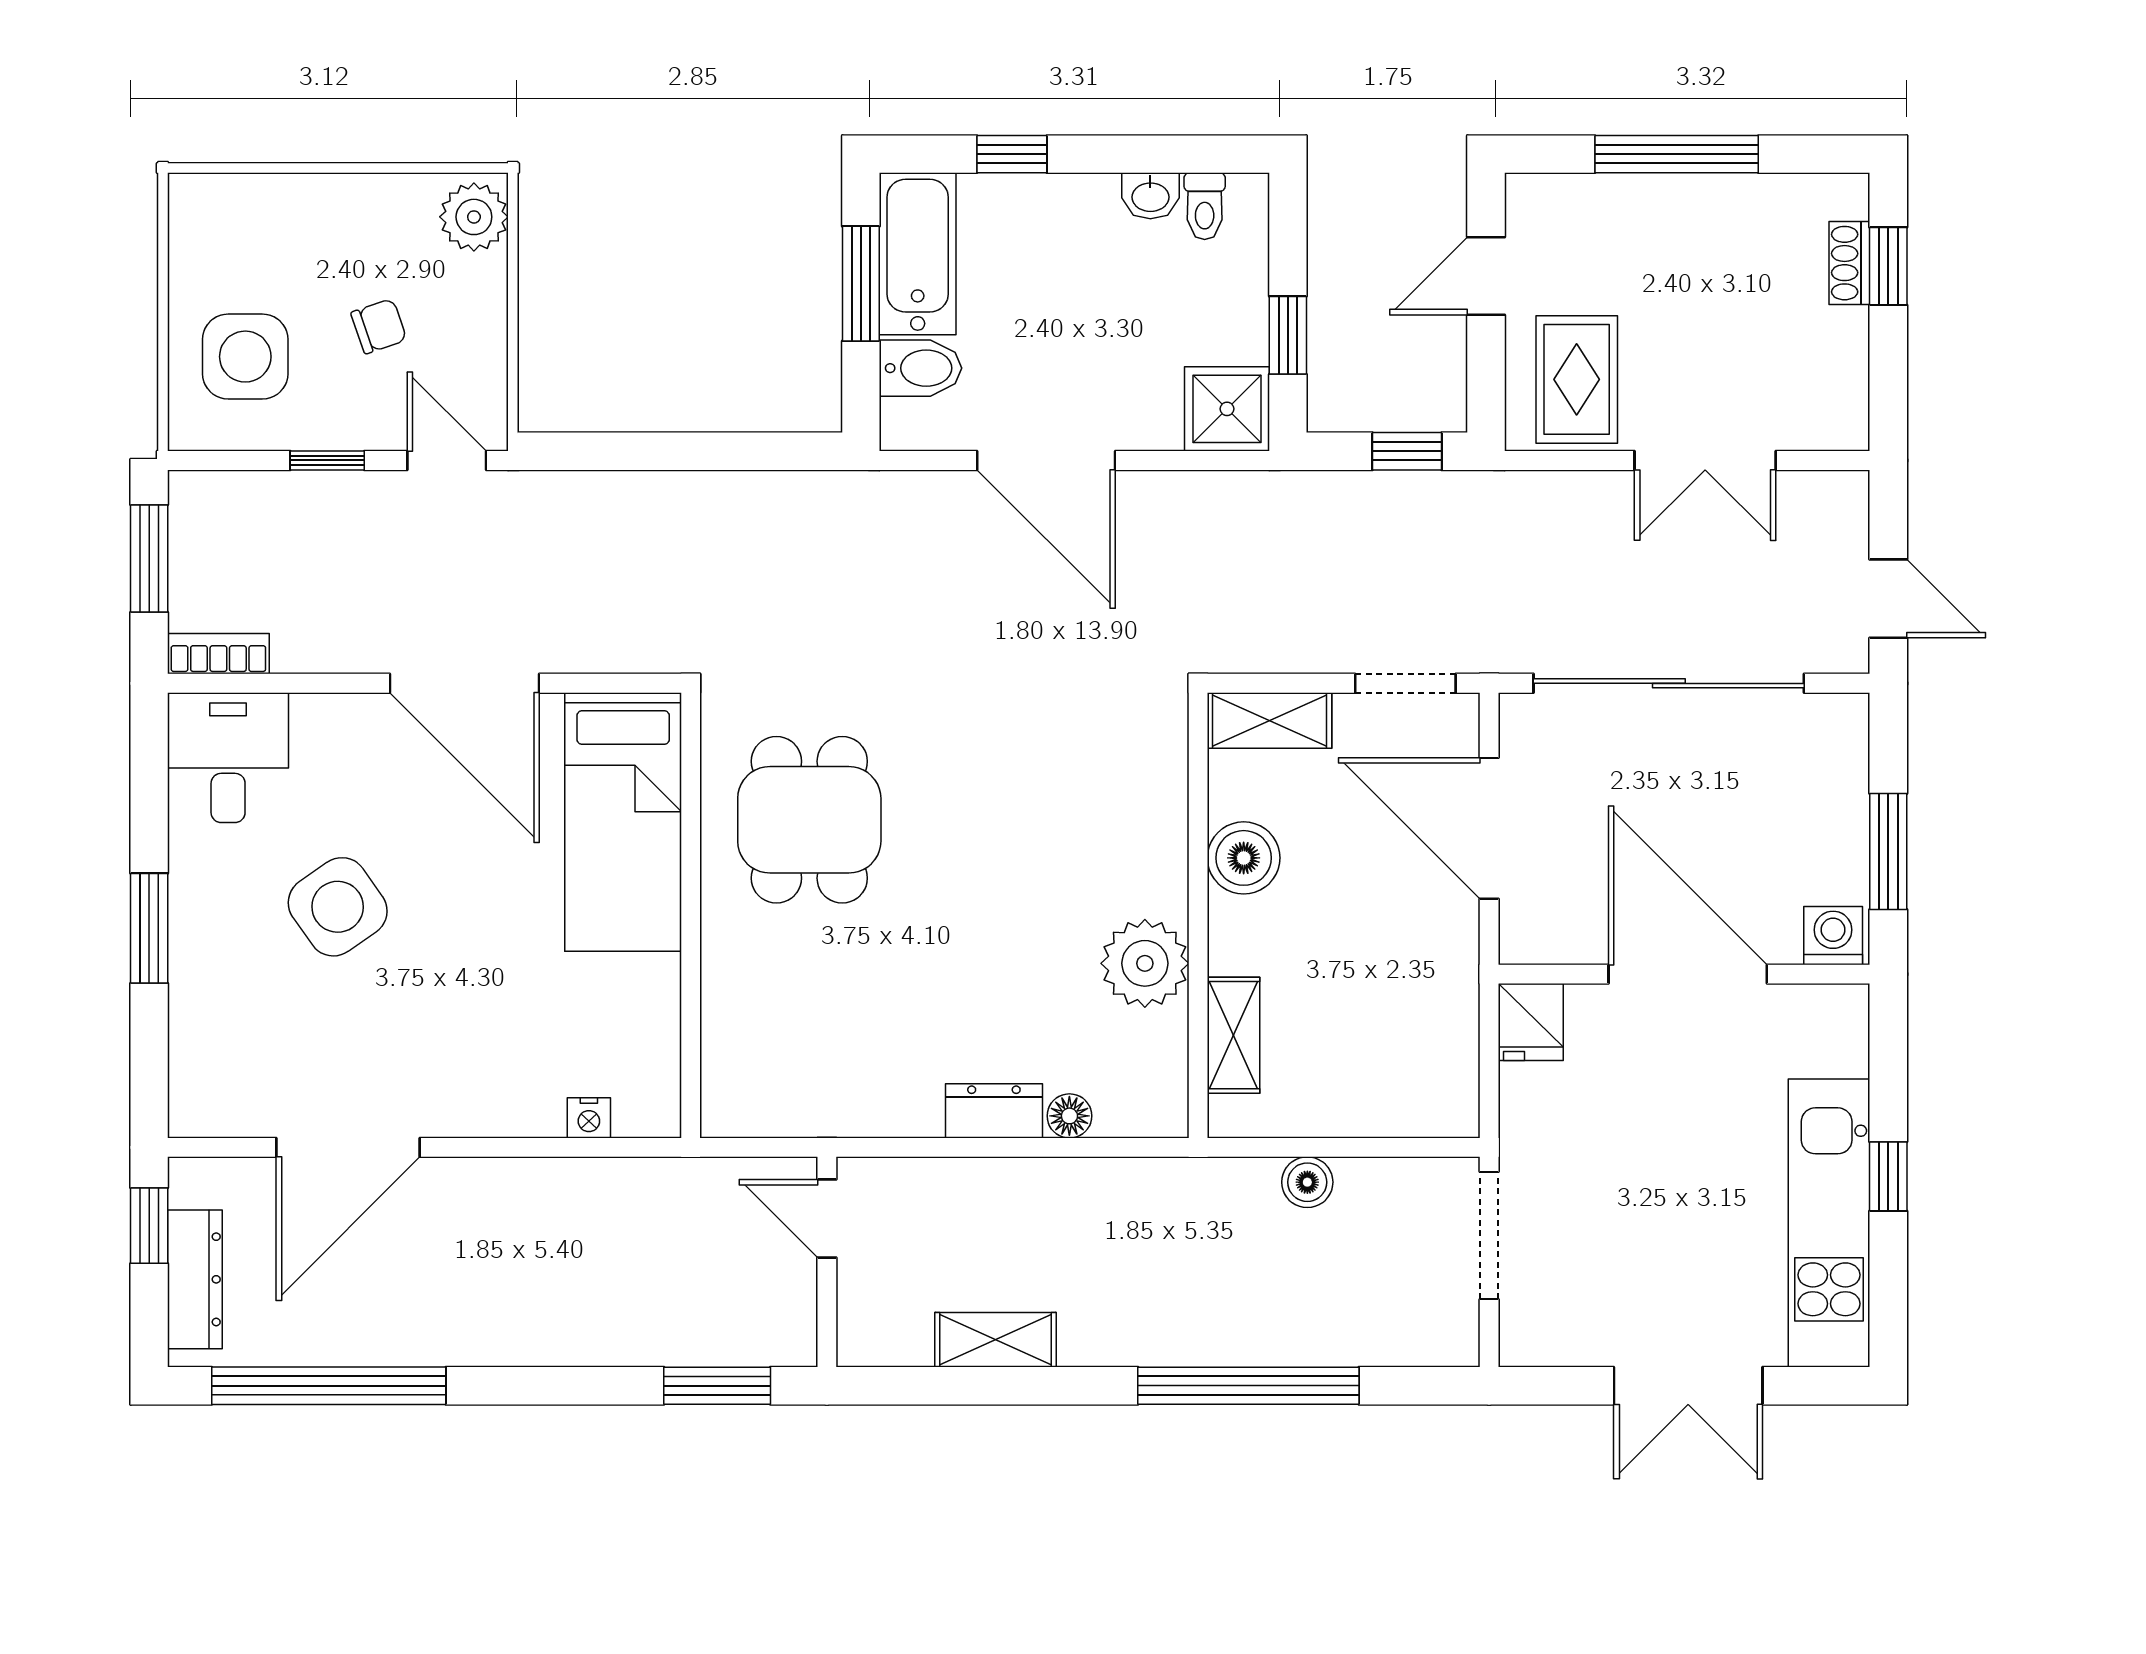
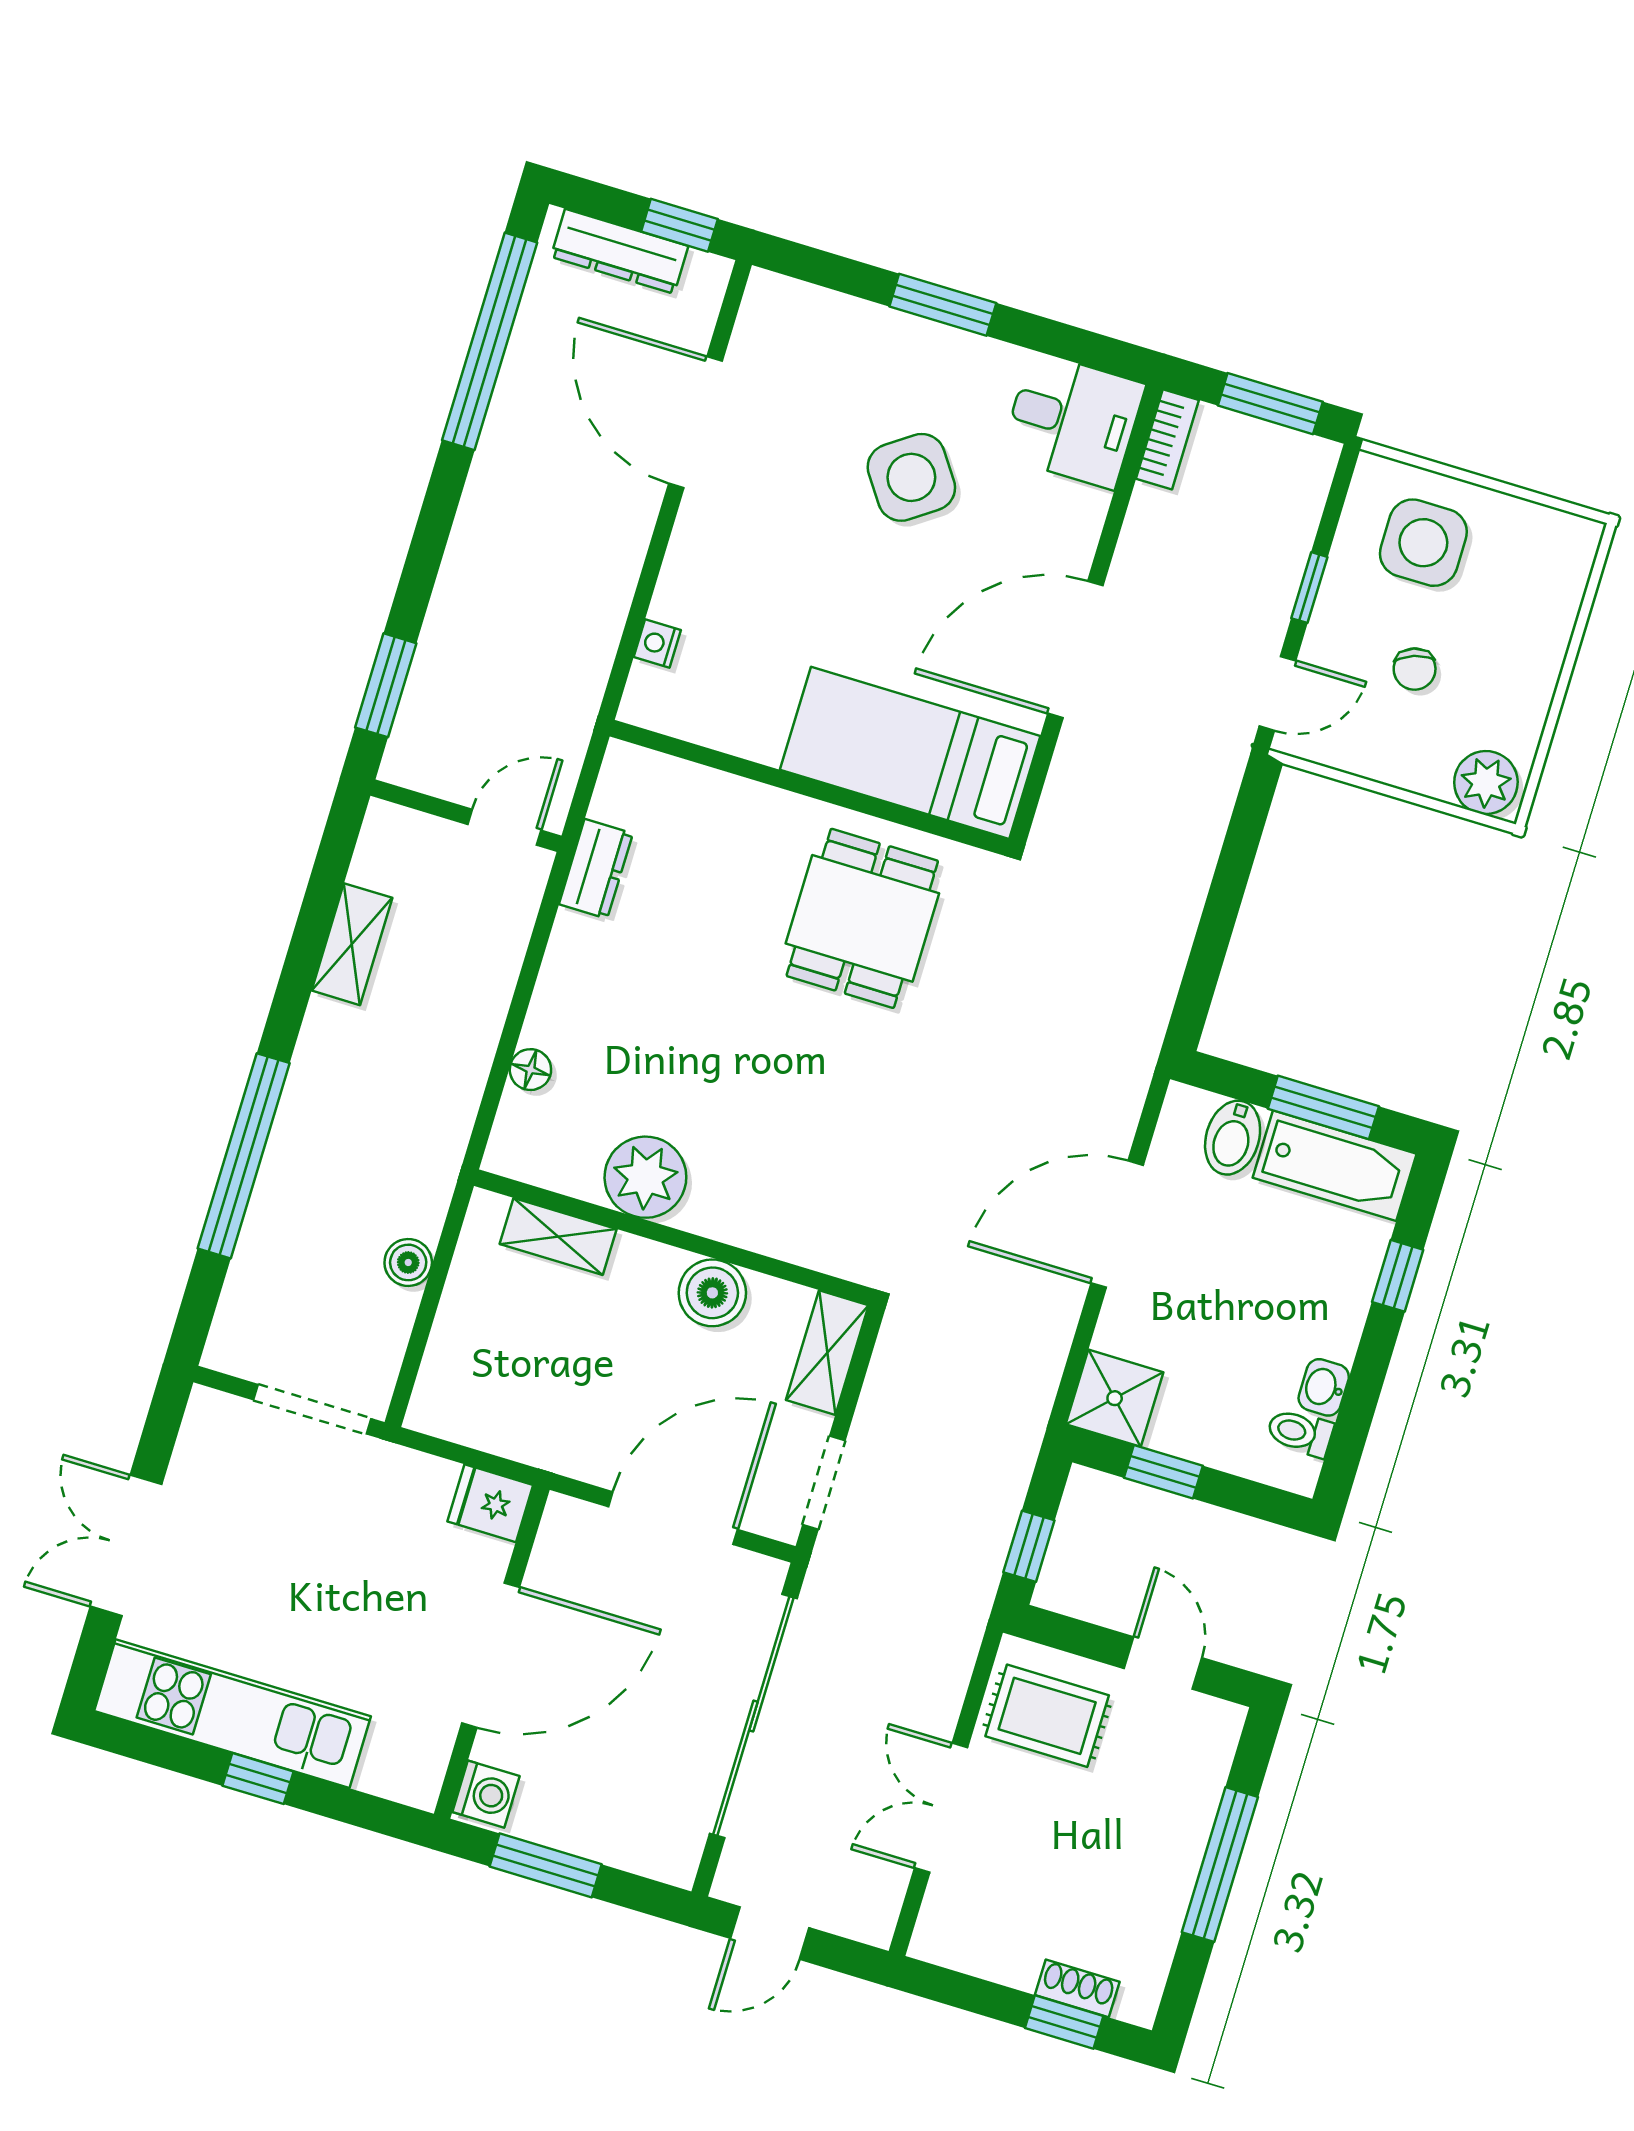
dining table: (809, 820) -> (862, 918), turned 90
dresser: (994, 1111) -> (596, 869), moved

